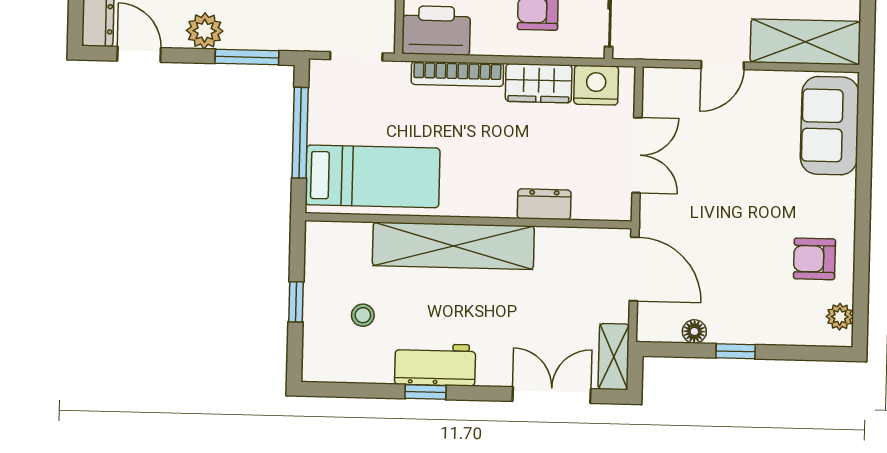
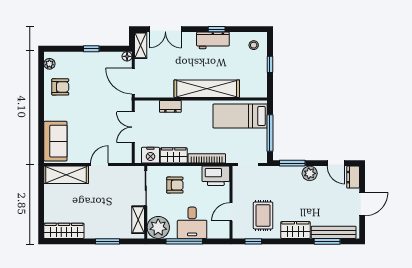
stool: (363, 315) -> (254, 45), moved
floor lamp: (694, 331) -> (127, 56), moved

